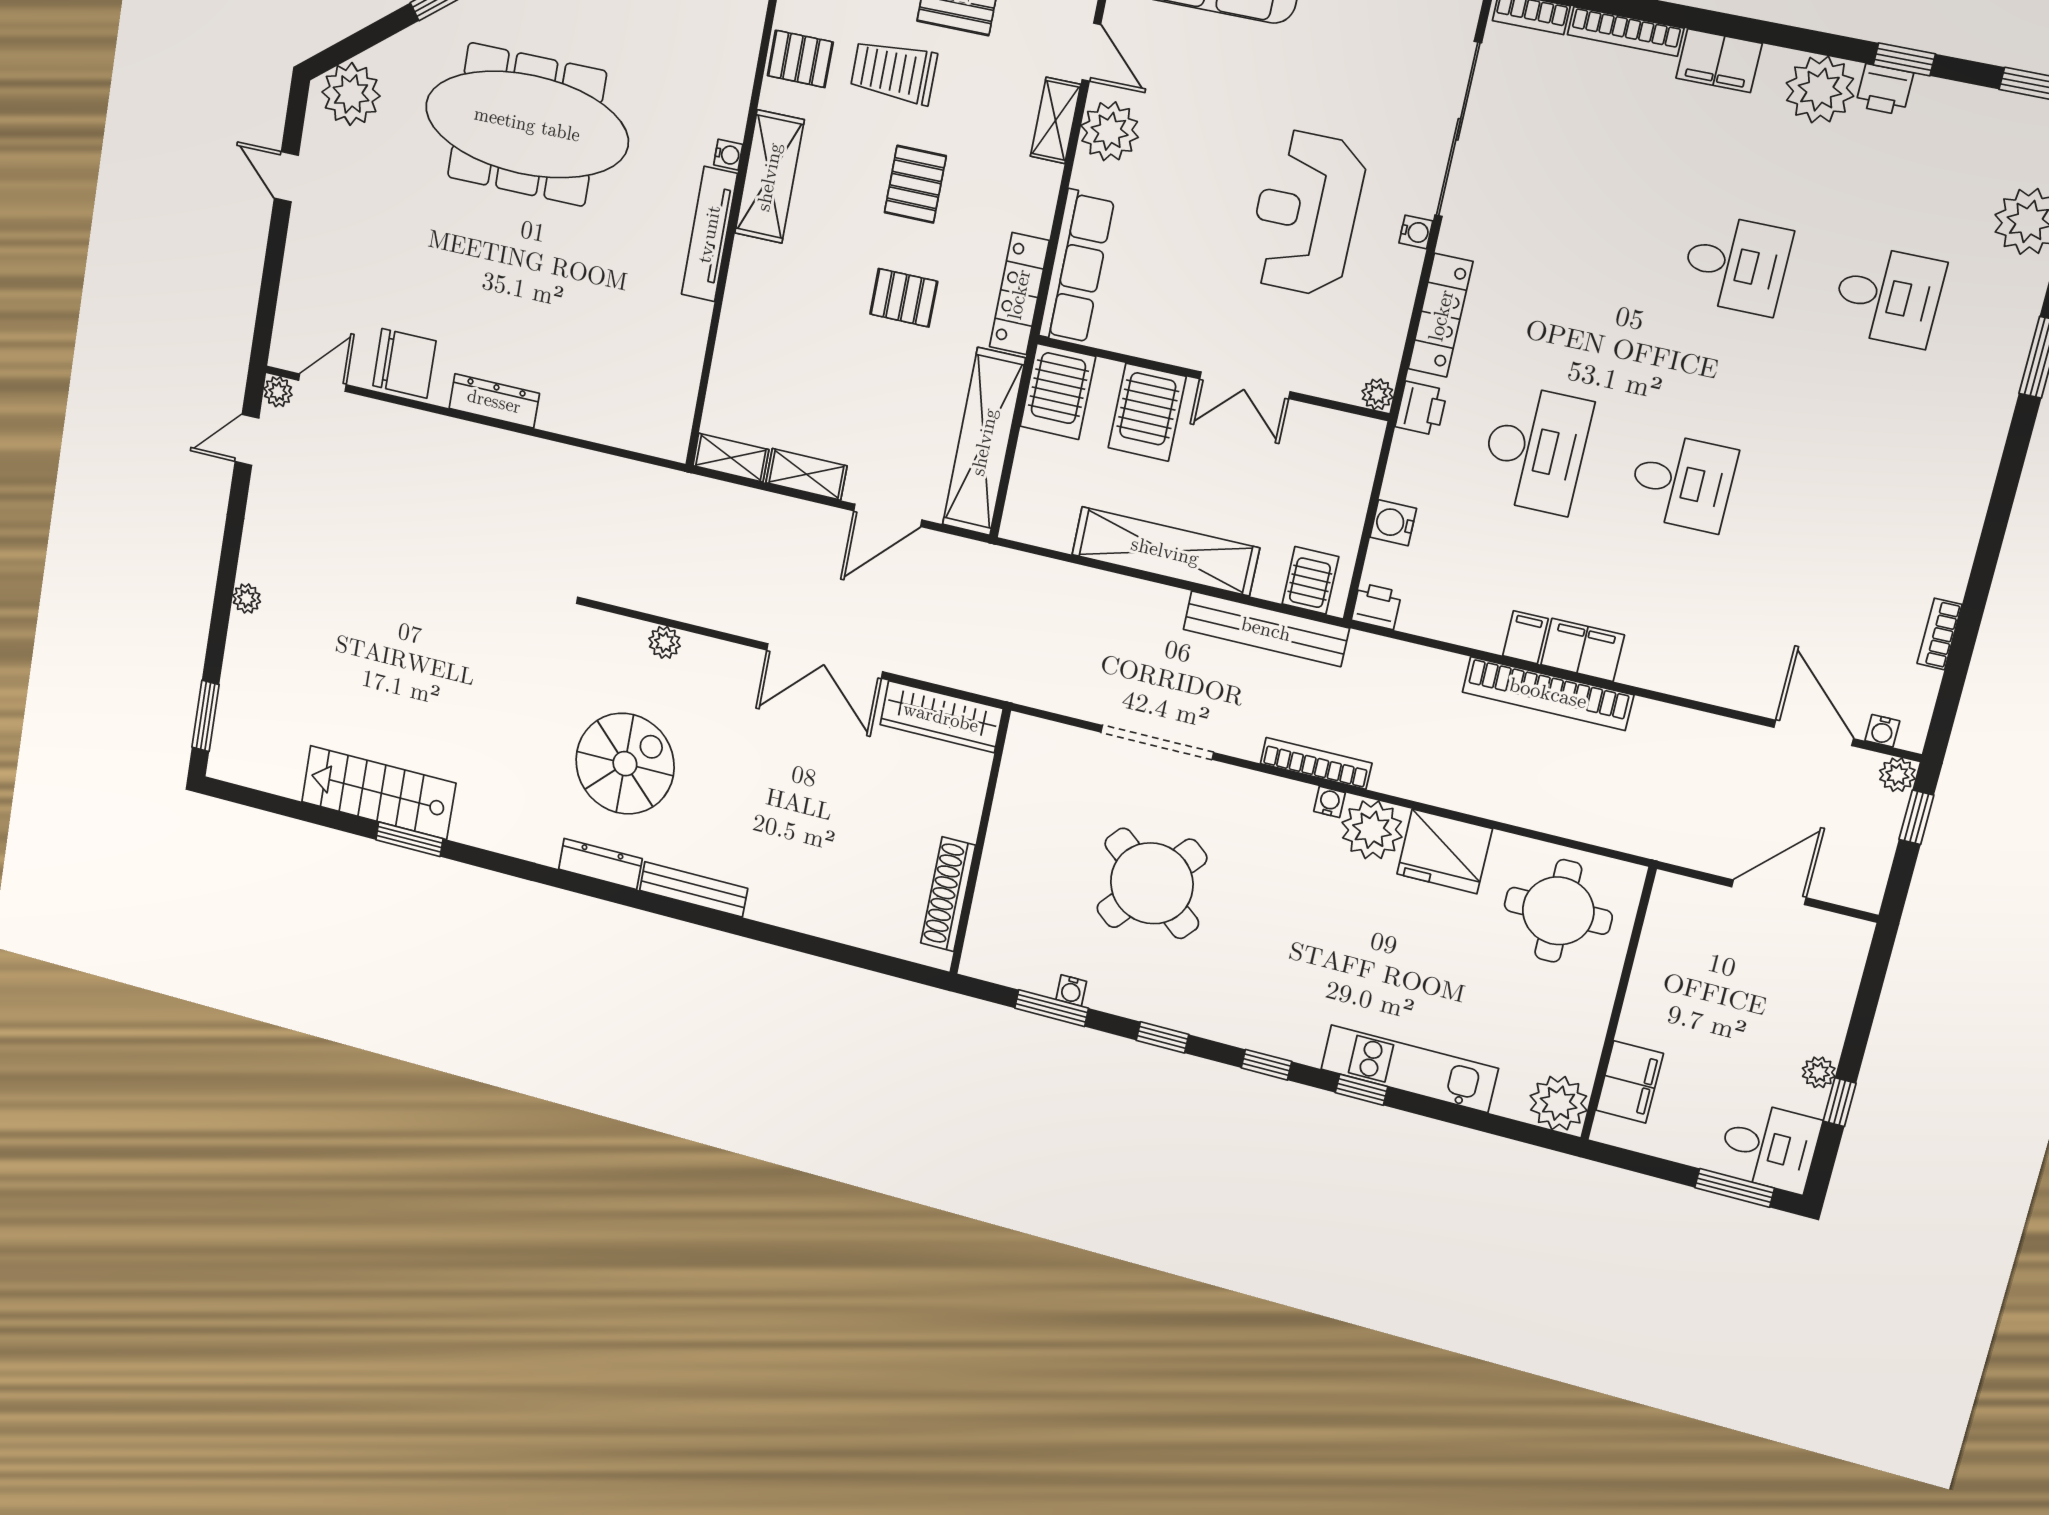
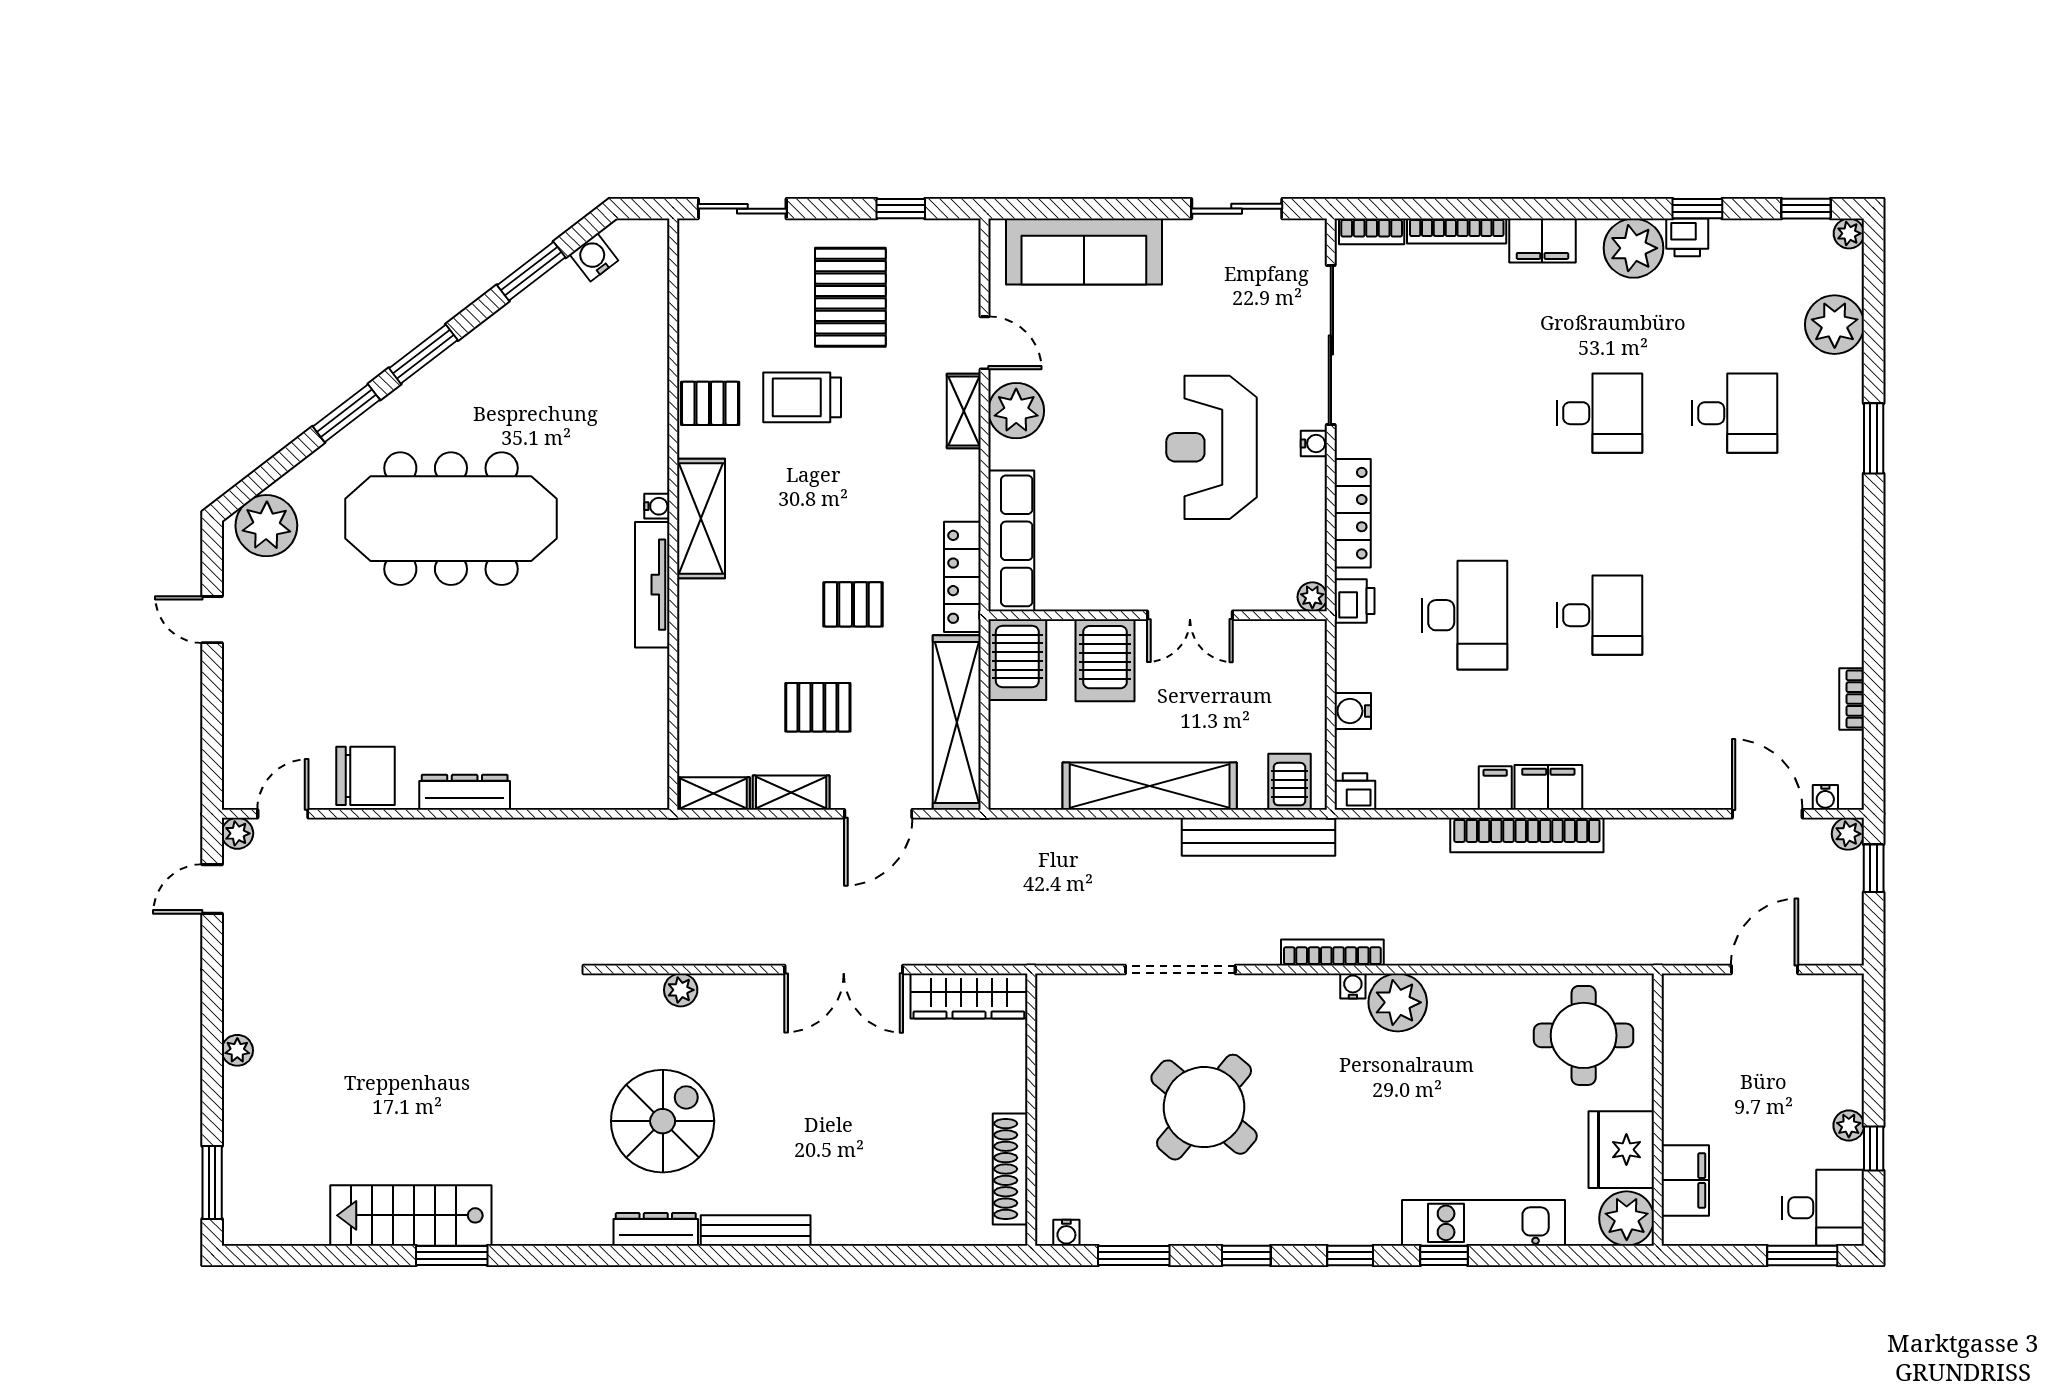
pallet: (915, 184) -> (818, 707), moved, turned 90
fridge: (1445, 851) -> (1621, 1150), moved, turned 90
water cooler: (1071, 990) -> (1066, 1233), moved

